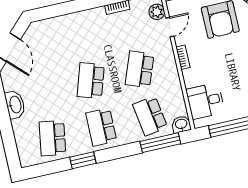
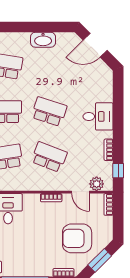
desk: (84, 27) -> (98, 116), added

